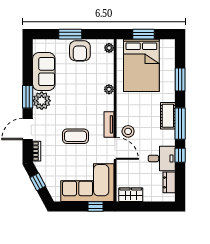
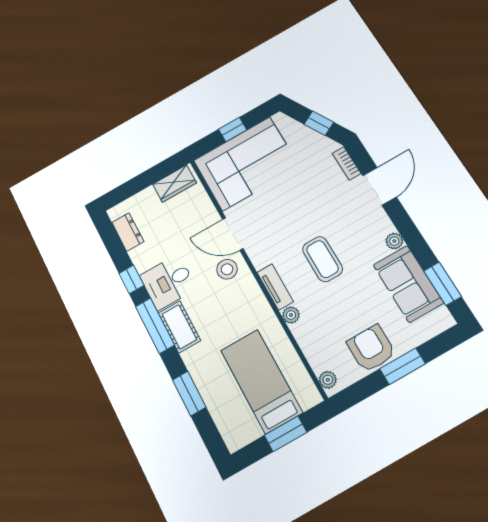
bed: (141, 65) -> (261, 381), width x0.67
window: (28, 97) -> (442, 284), moved
plant: (42, 101) -> (394, 241), width x0.53, depth x0.53
tv unit: (109, 124) -> (275, 287), moved
coffee table: (75, 136) -> (322, 259), moved, turned 90
desk: (162, 158) -> (168, 282), moved
window: (96, 207) -> (233, 129), moved

